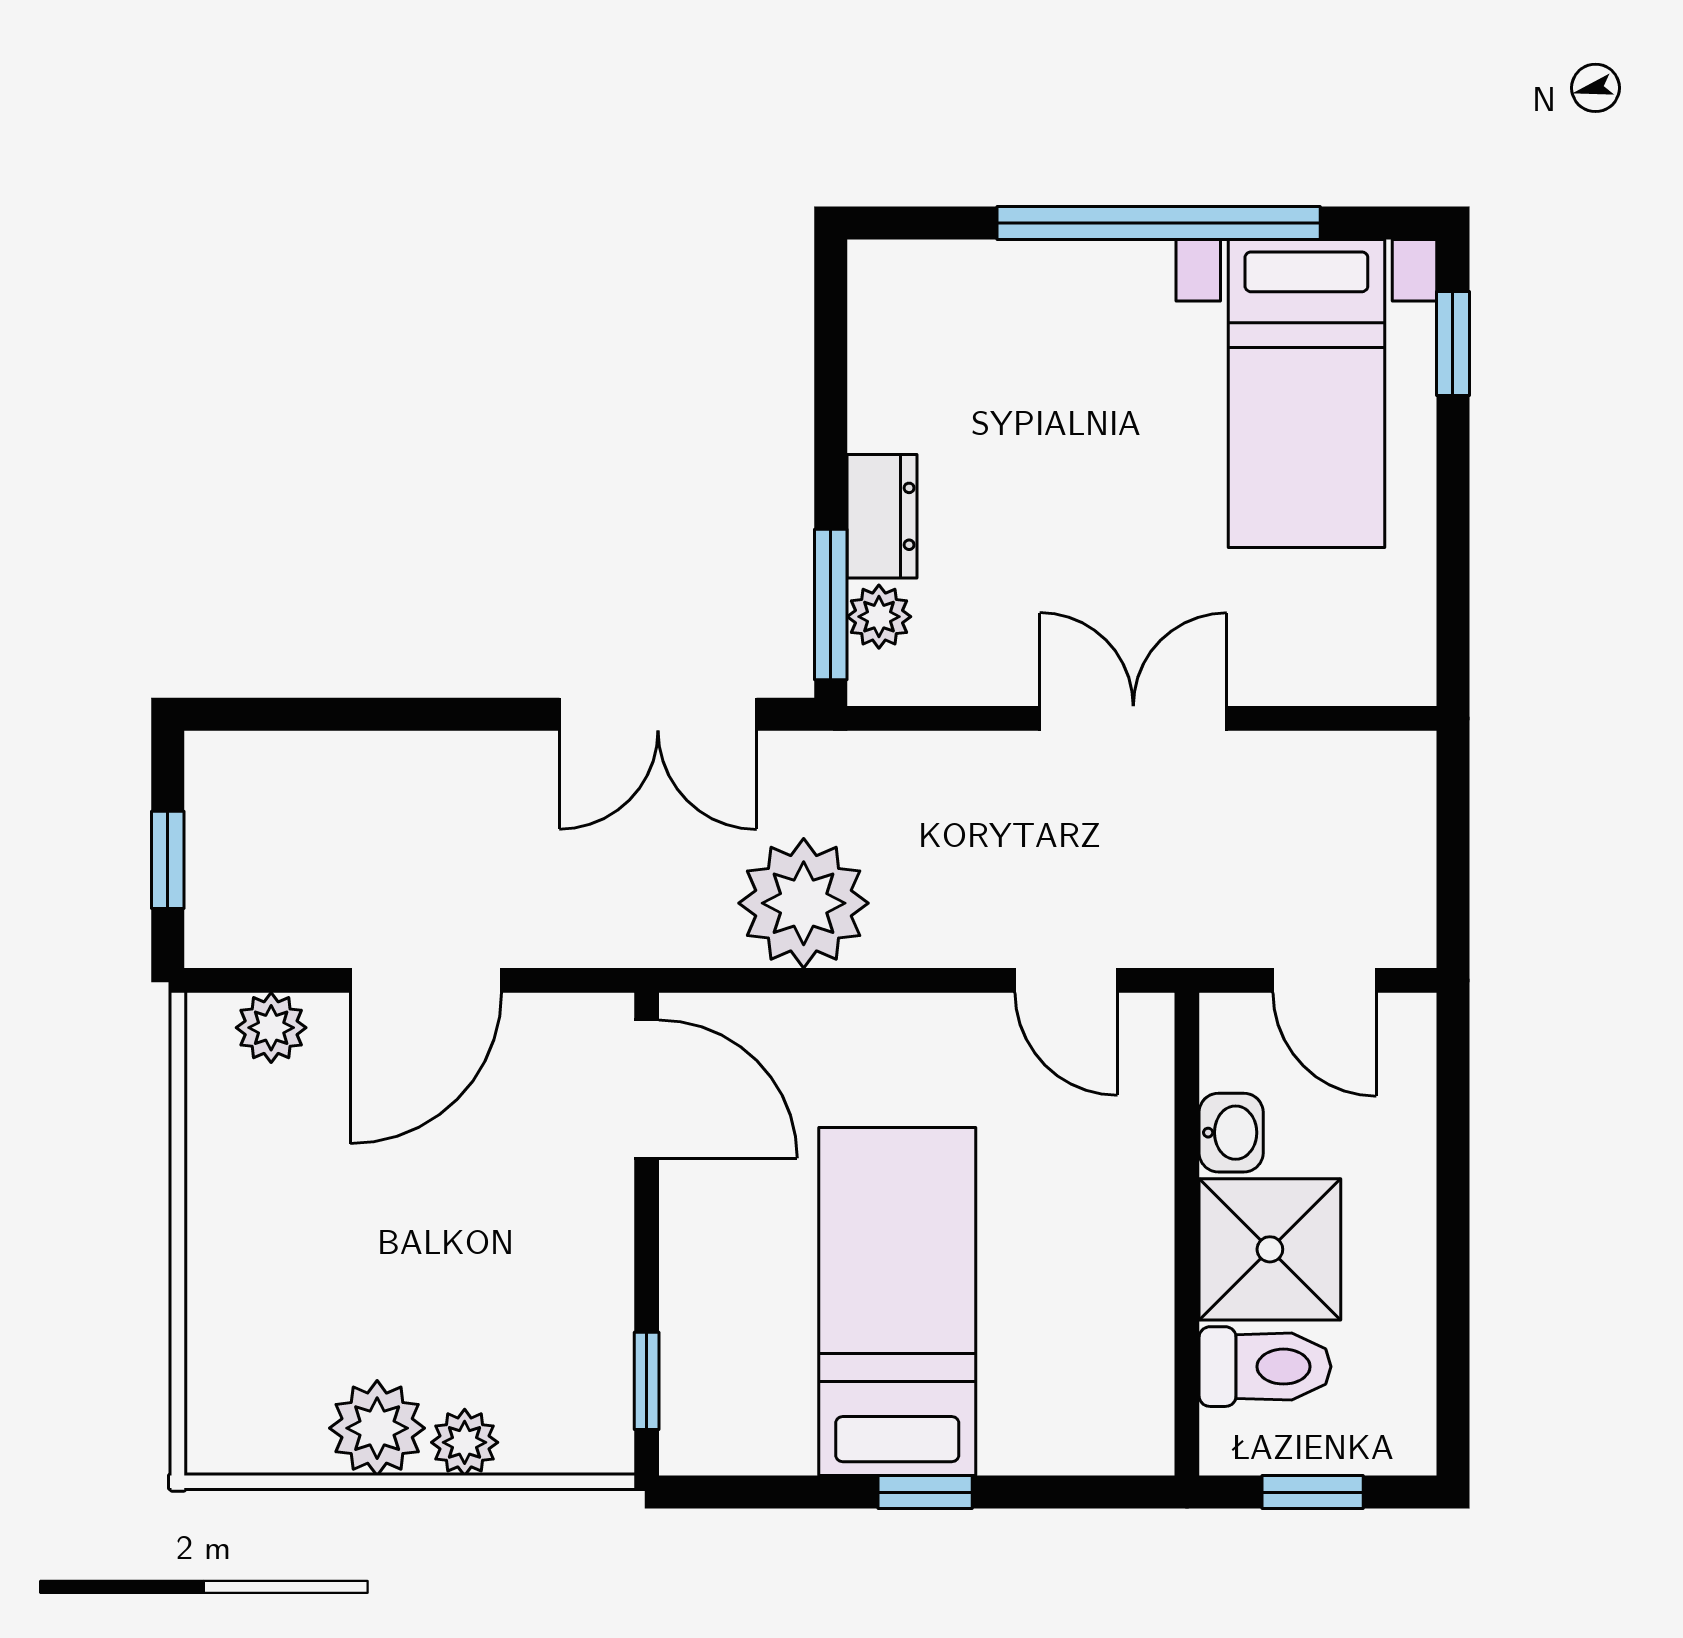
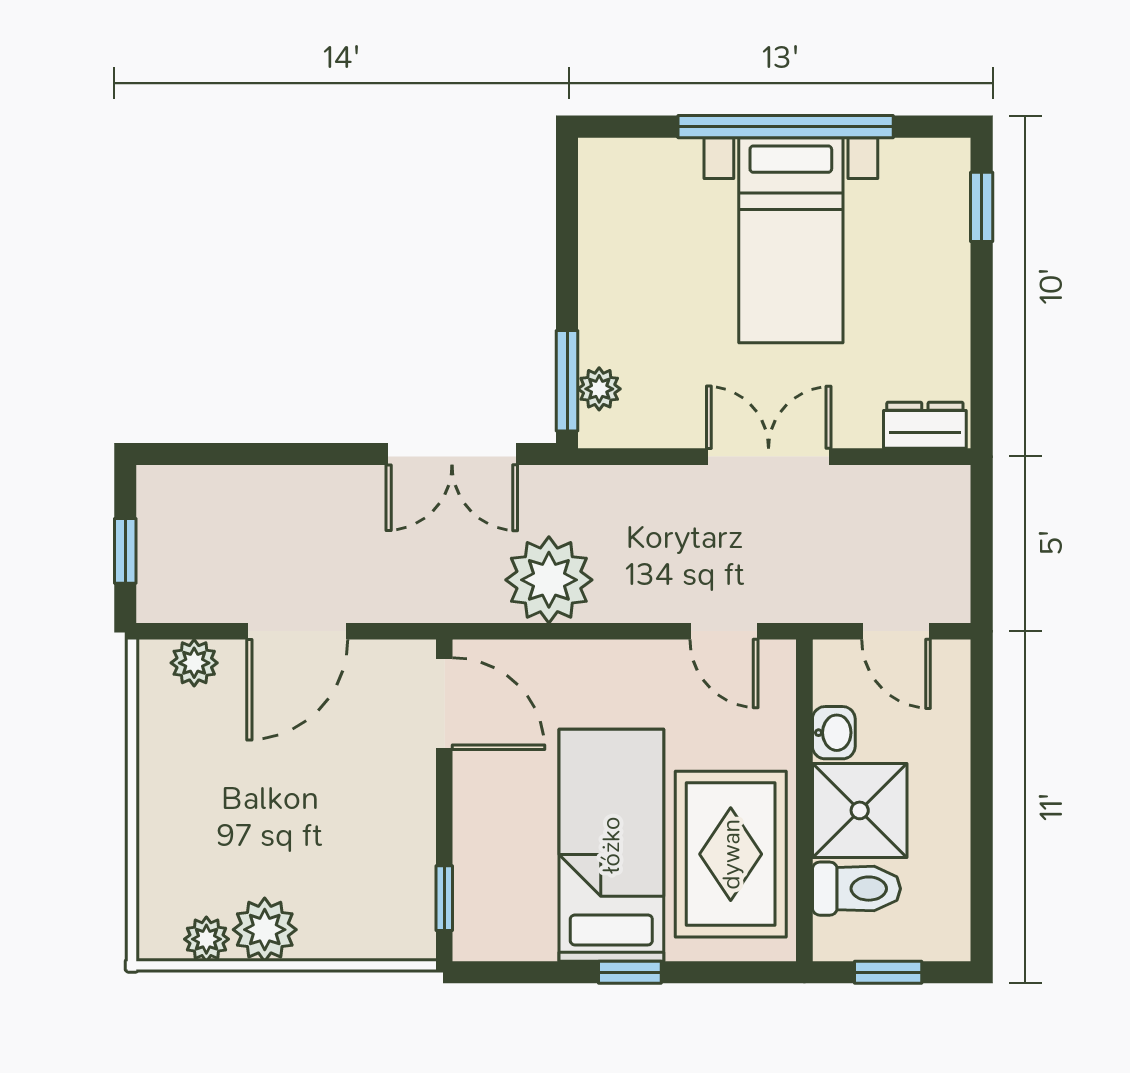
bed with nightstands: (1306, 394) -> (791, 240), moved
dresser: (882, 516) -> (925, 425), moved, turned -90
rug: (1076, 1315) -> (731, 854), added
plant: (465, 1442) -> (206, 939), moved

